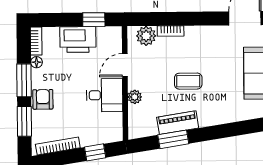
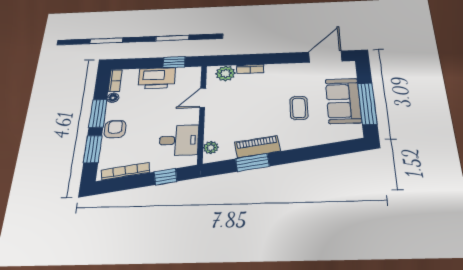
coffee table: (188, 81) -> (299, 108), moved, turned 90
desk: (105, 95) -> (179, 140), moved
plant: (135, 97) -> (211, 148), moved

